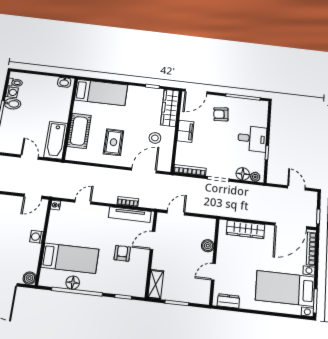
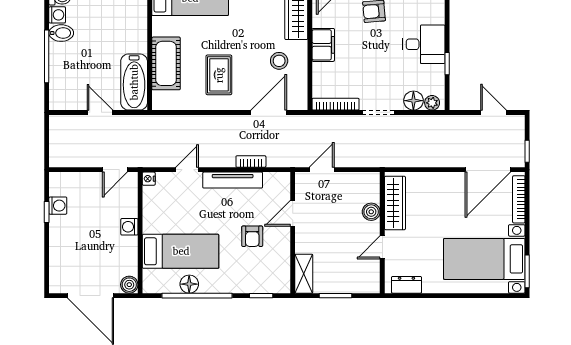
tv unit: (130, 215) -> (233, 180), moved
wardrobe: (245, 229) -> (395, 203), moved, turned -90
armchair: (122, 253) -> (252, 236), turned 180

